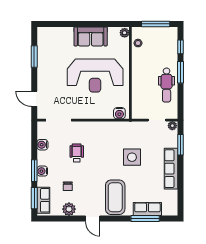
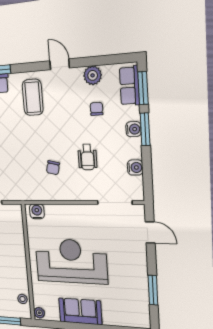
chair: (104, 146) -> (53, 168), added
side table: (132, 157) -> (17, 153), removed
coffee table: (115, 197) -> (33, 97), width x0.73, depth x0.76

